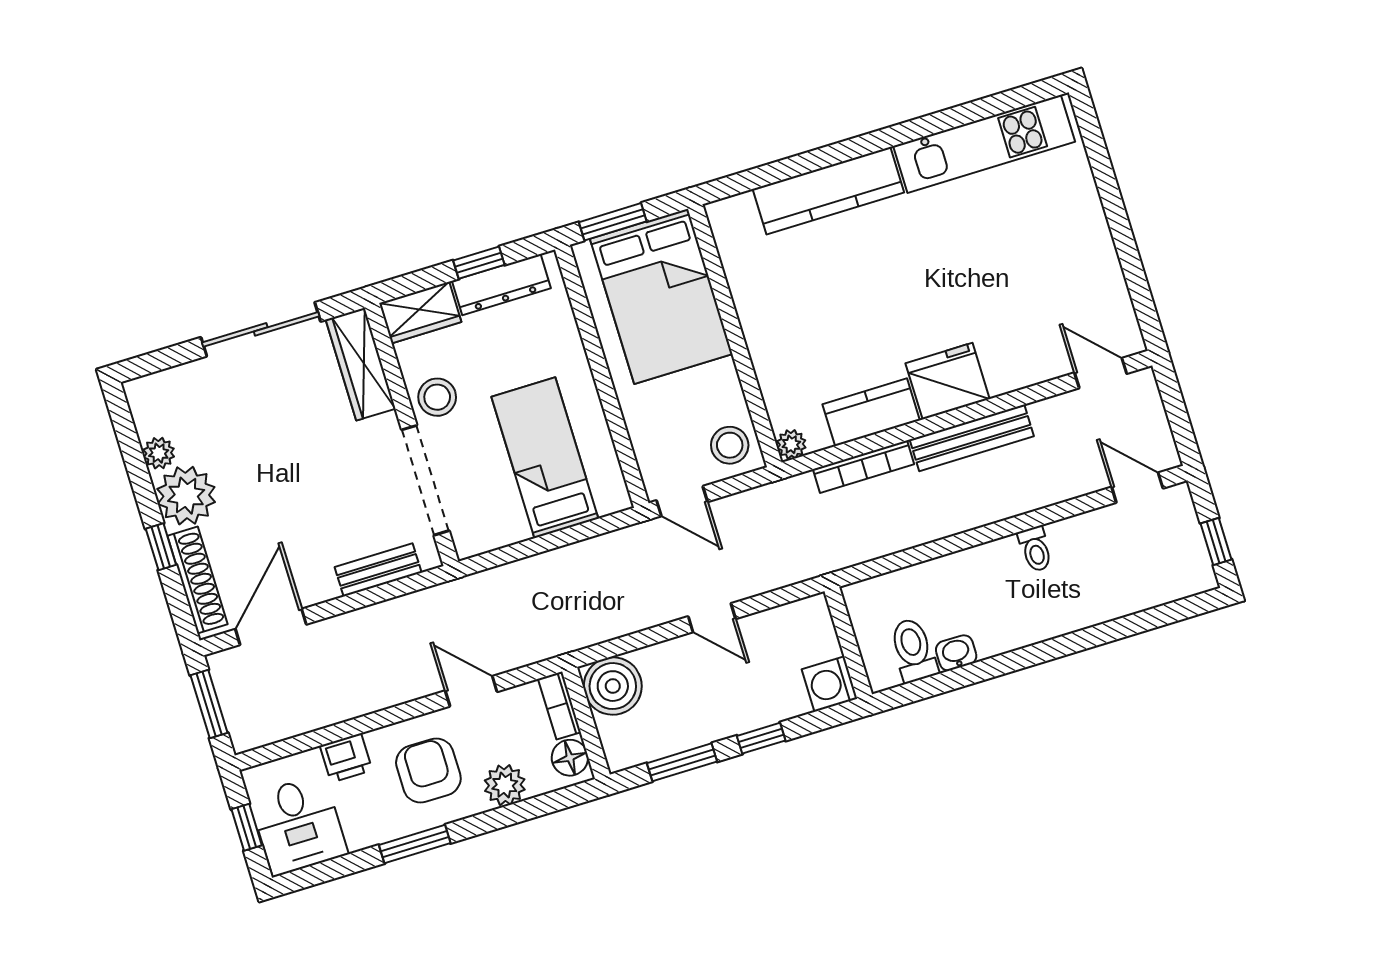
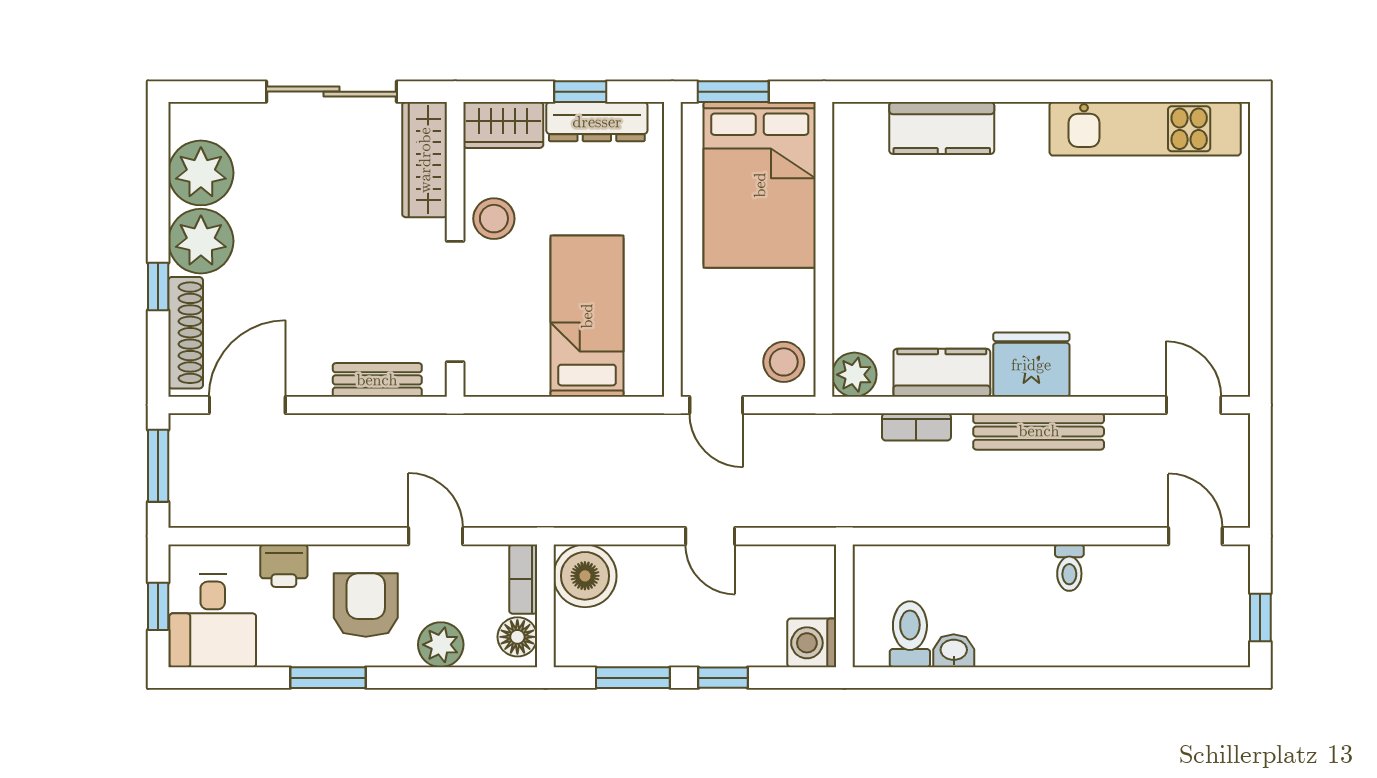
kitchen counter: (828, 191) -> (942, 128), width x0.67
plant: (791, 444) -> (854, 375), width x1.38, depth x1.38
plant: (159, 453) -> (201, 173), width x1.88, depth x1.88
bookcase: (864, 467) -> (916, 427), width x0.64

